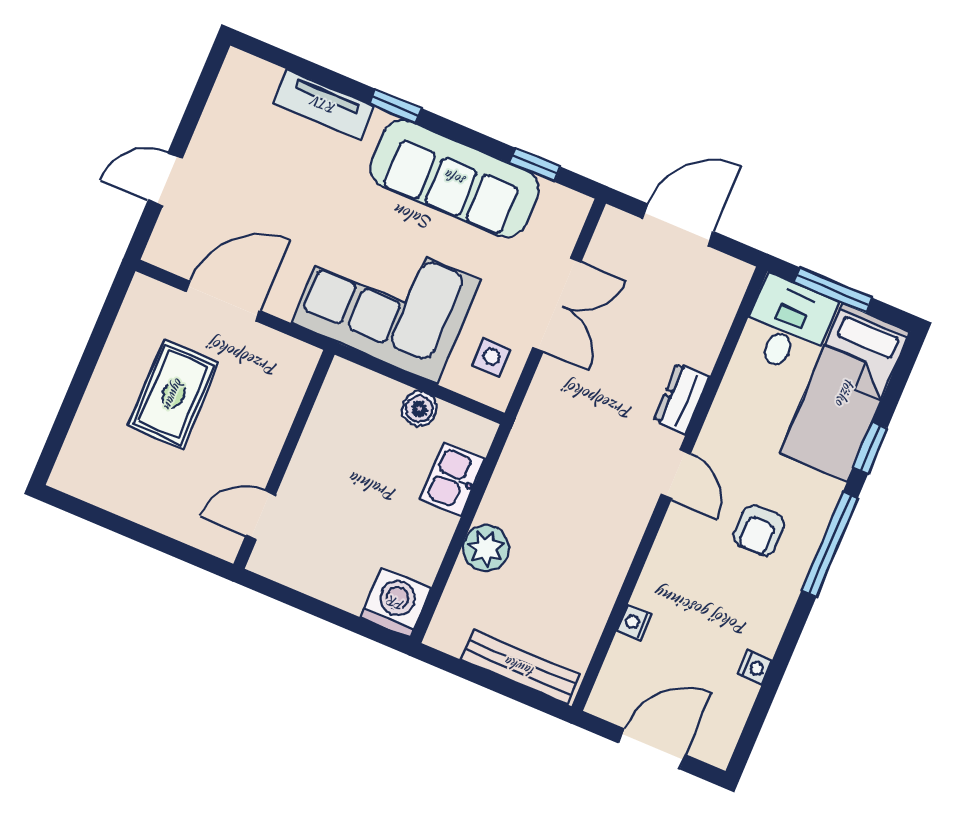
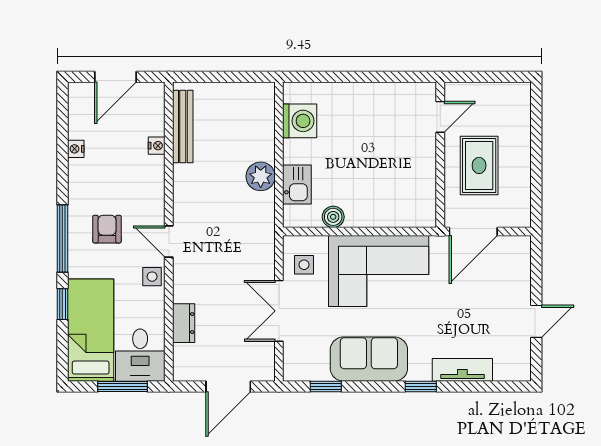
sofa: (455, 178) -> (369, 359), width x0.73
door: (165, 180) -> (536, 321), moved
dresser: (682, 398) -> (184, 323), moved
side table: (722, 433) -> (152, 277), added
wall: (284, 459) -> (440, 155), moved
door: (261, 515) -> (440, 117), moved
plant: (486, 548) -> (261, 176), moved
washing machine: (396, 603) -> (300, 121), moved, turned -90
bench: (520, 667) -> (183, 127), moved, turned 90

